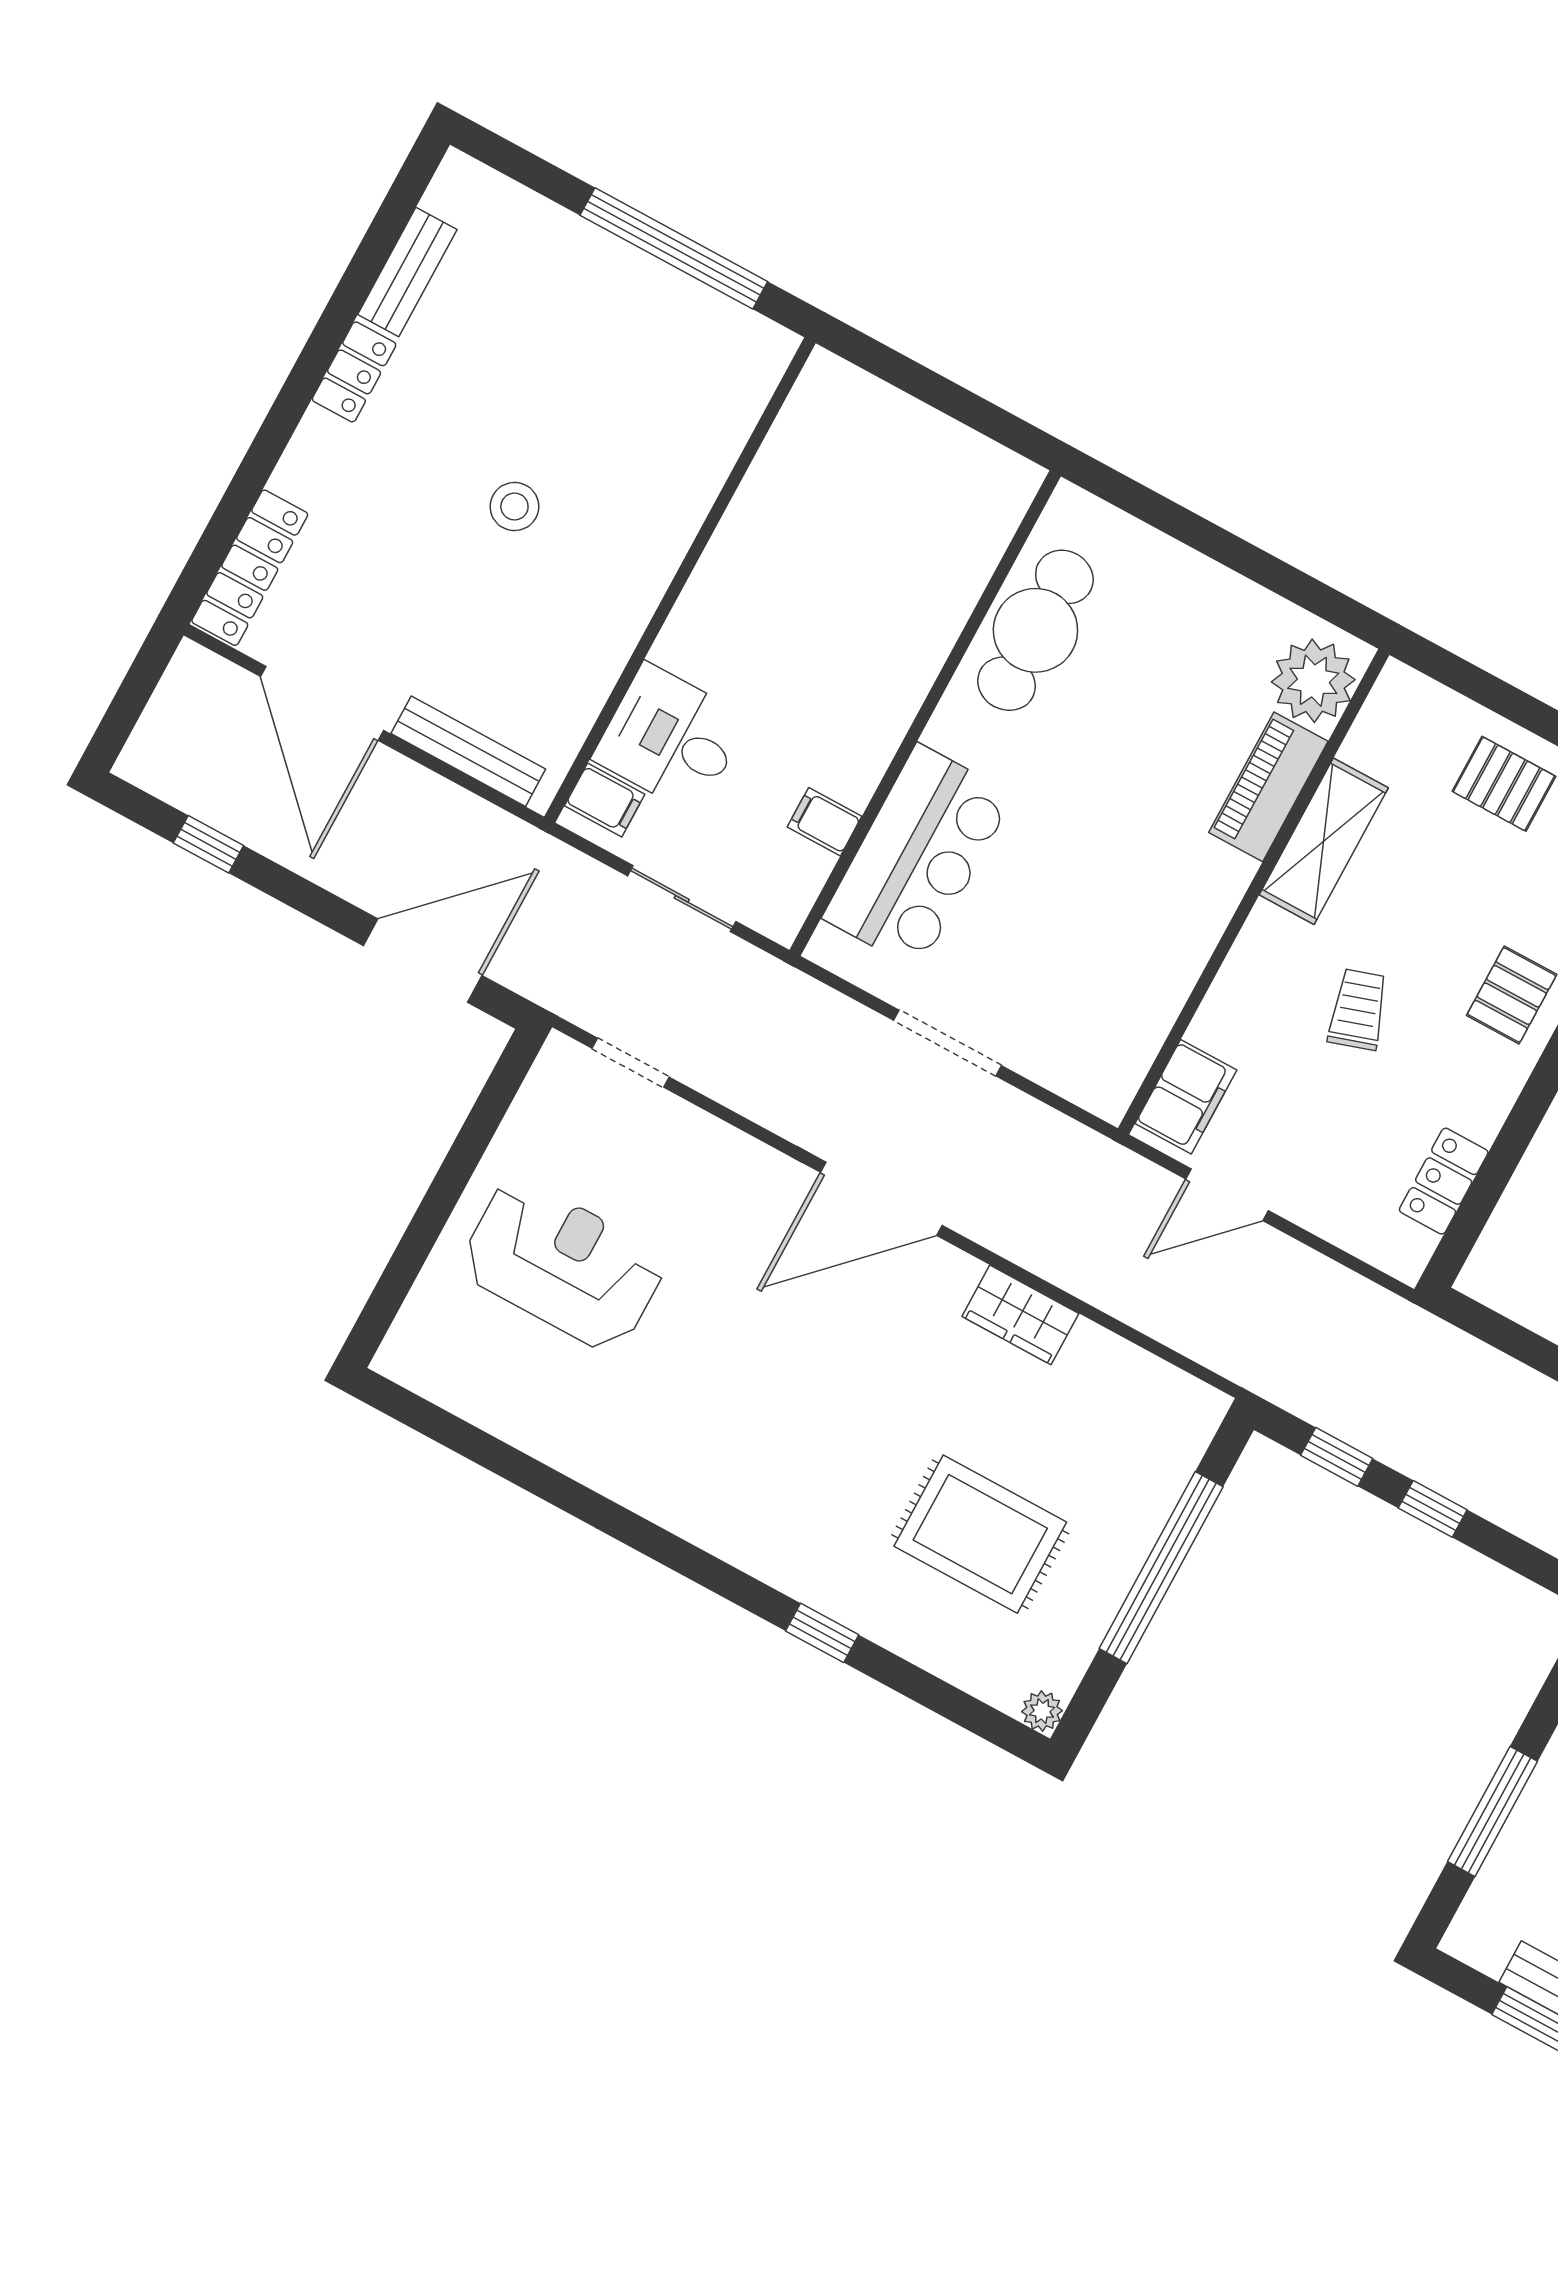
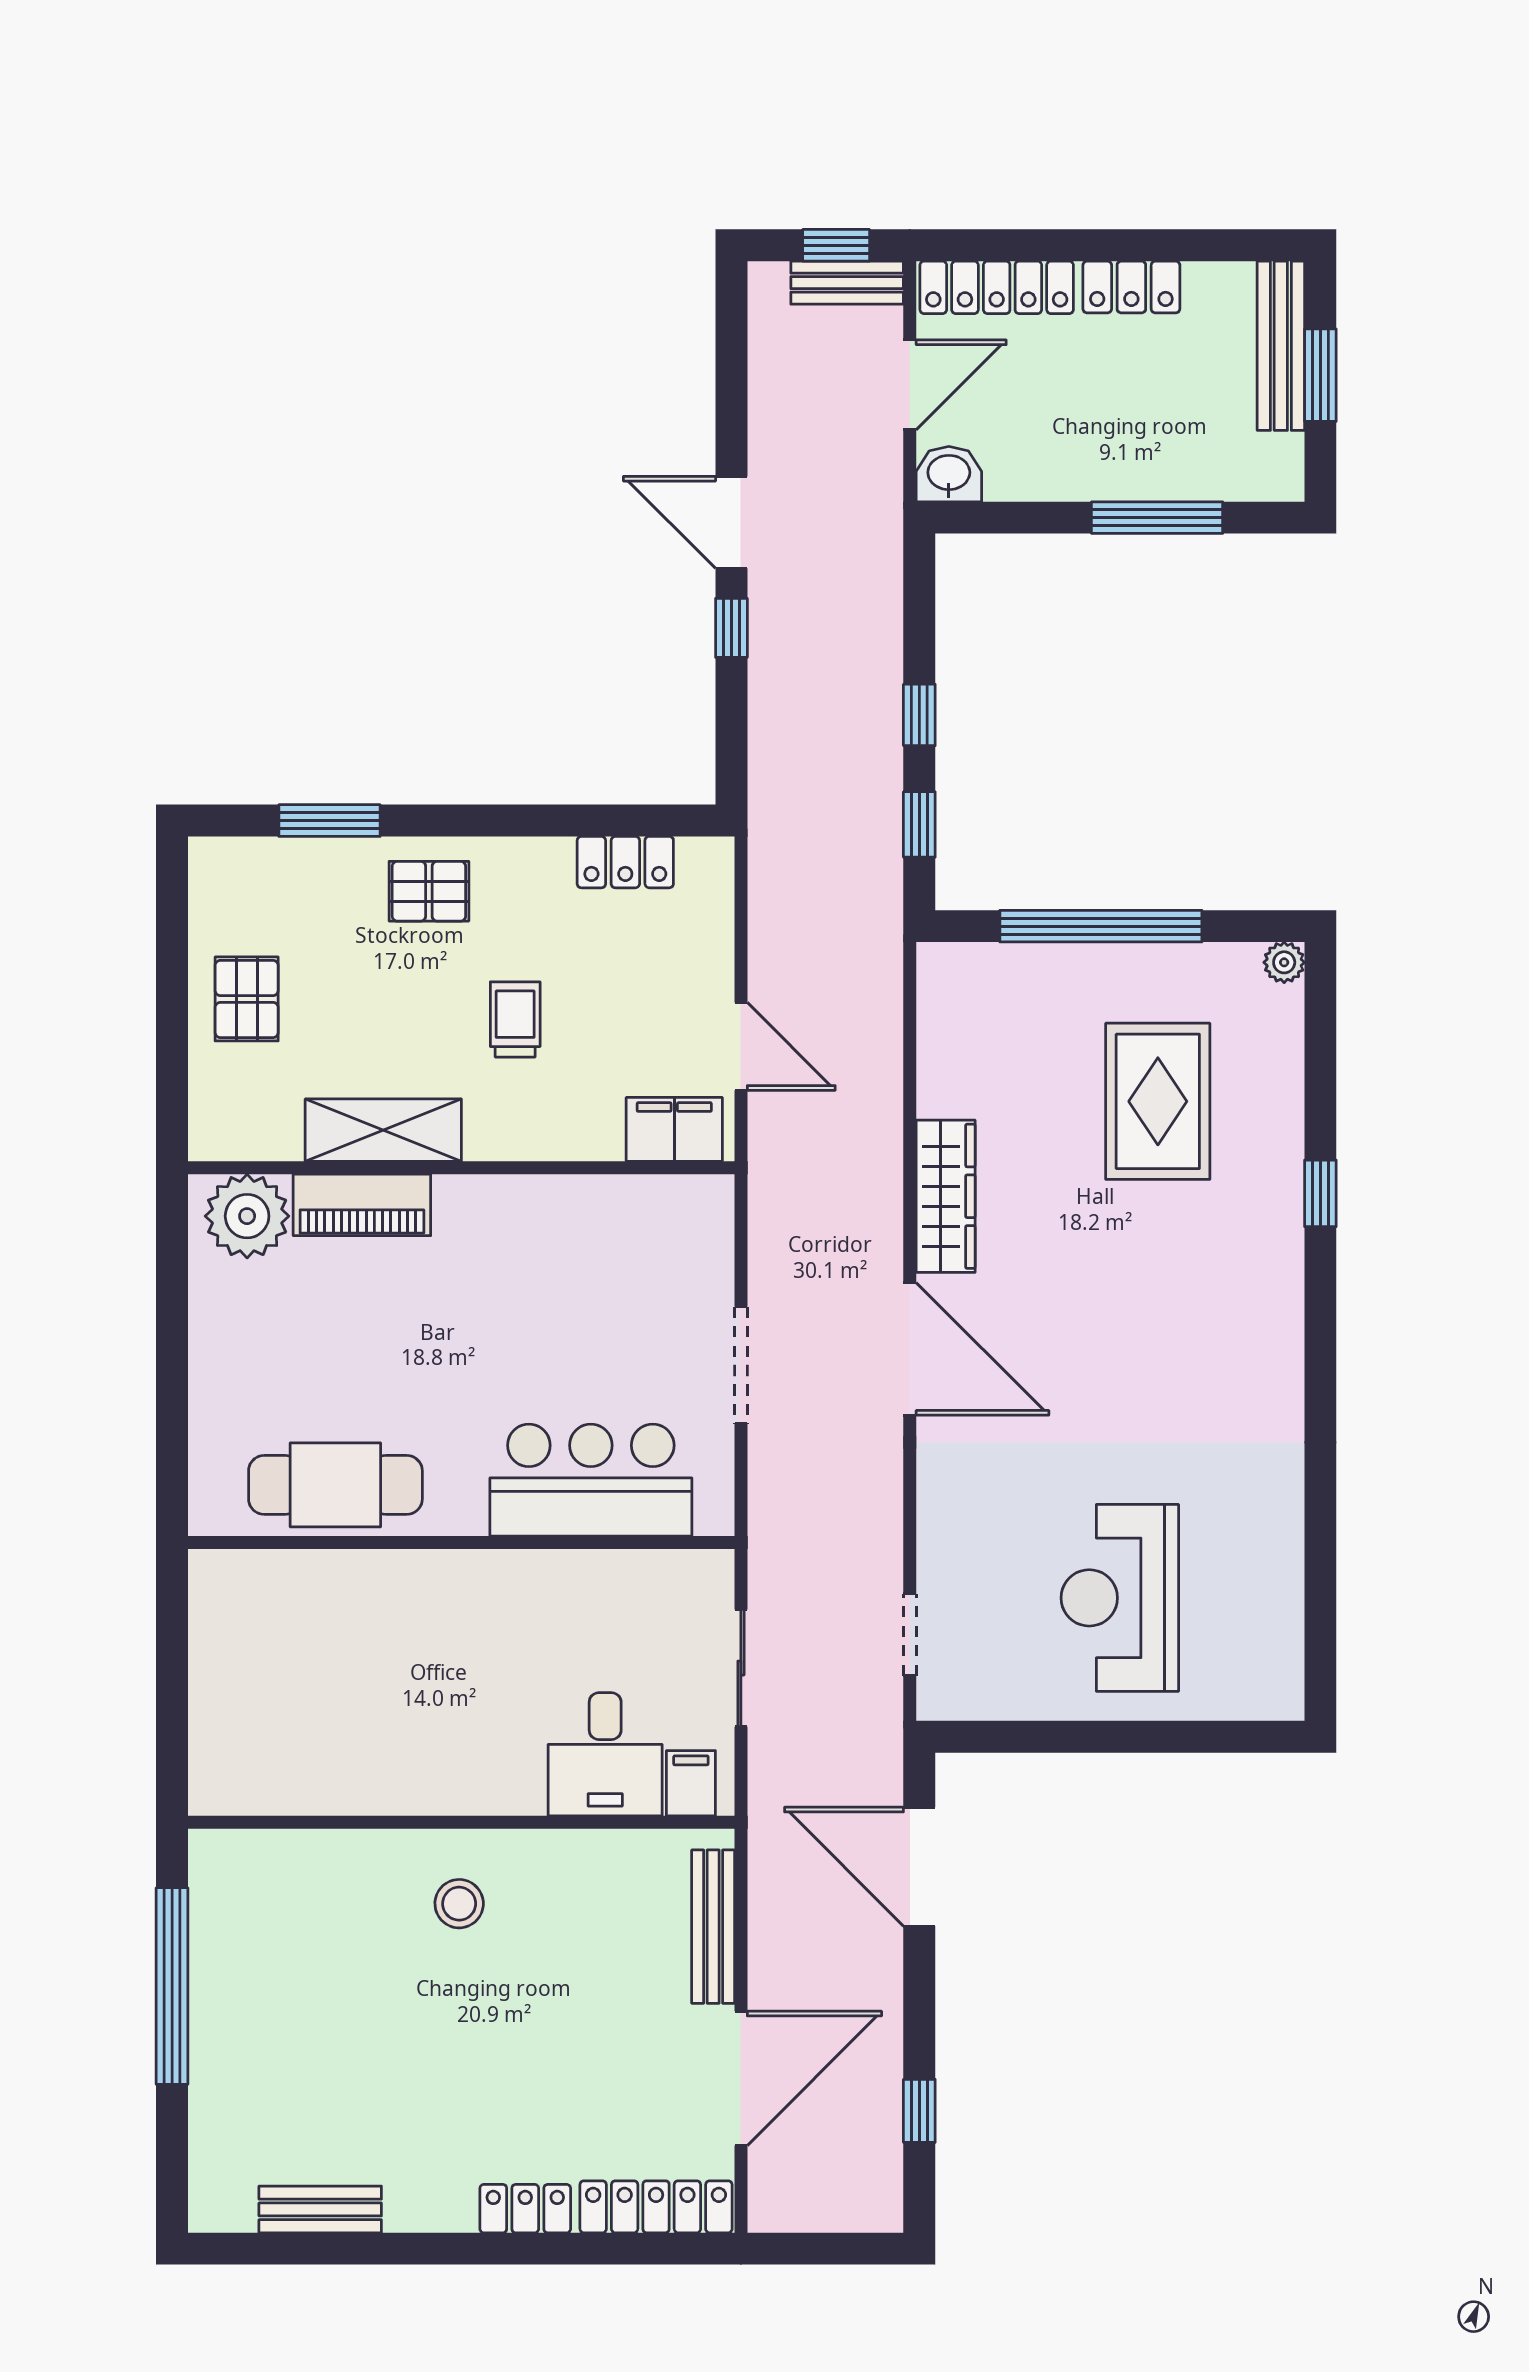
locker: (354, 372) -> (525, 2209), moved
stool: (514, 506) -> (459, 1904), moved
filing cabinet: (825, 822) -> (605, 1579), removed
trolley: (1358, 1010) -> (515, 1019), turned 108
wardrobe: (1020, 1315) -> (946, 1196), width x1.50

